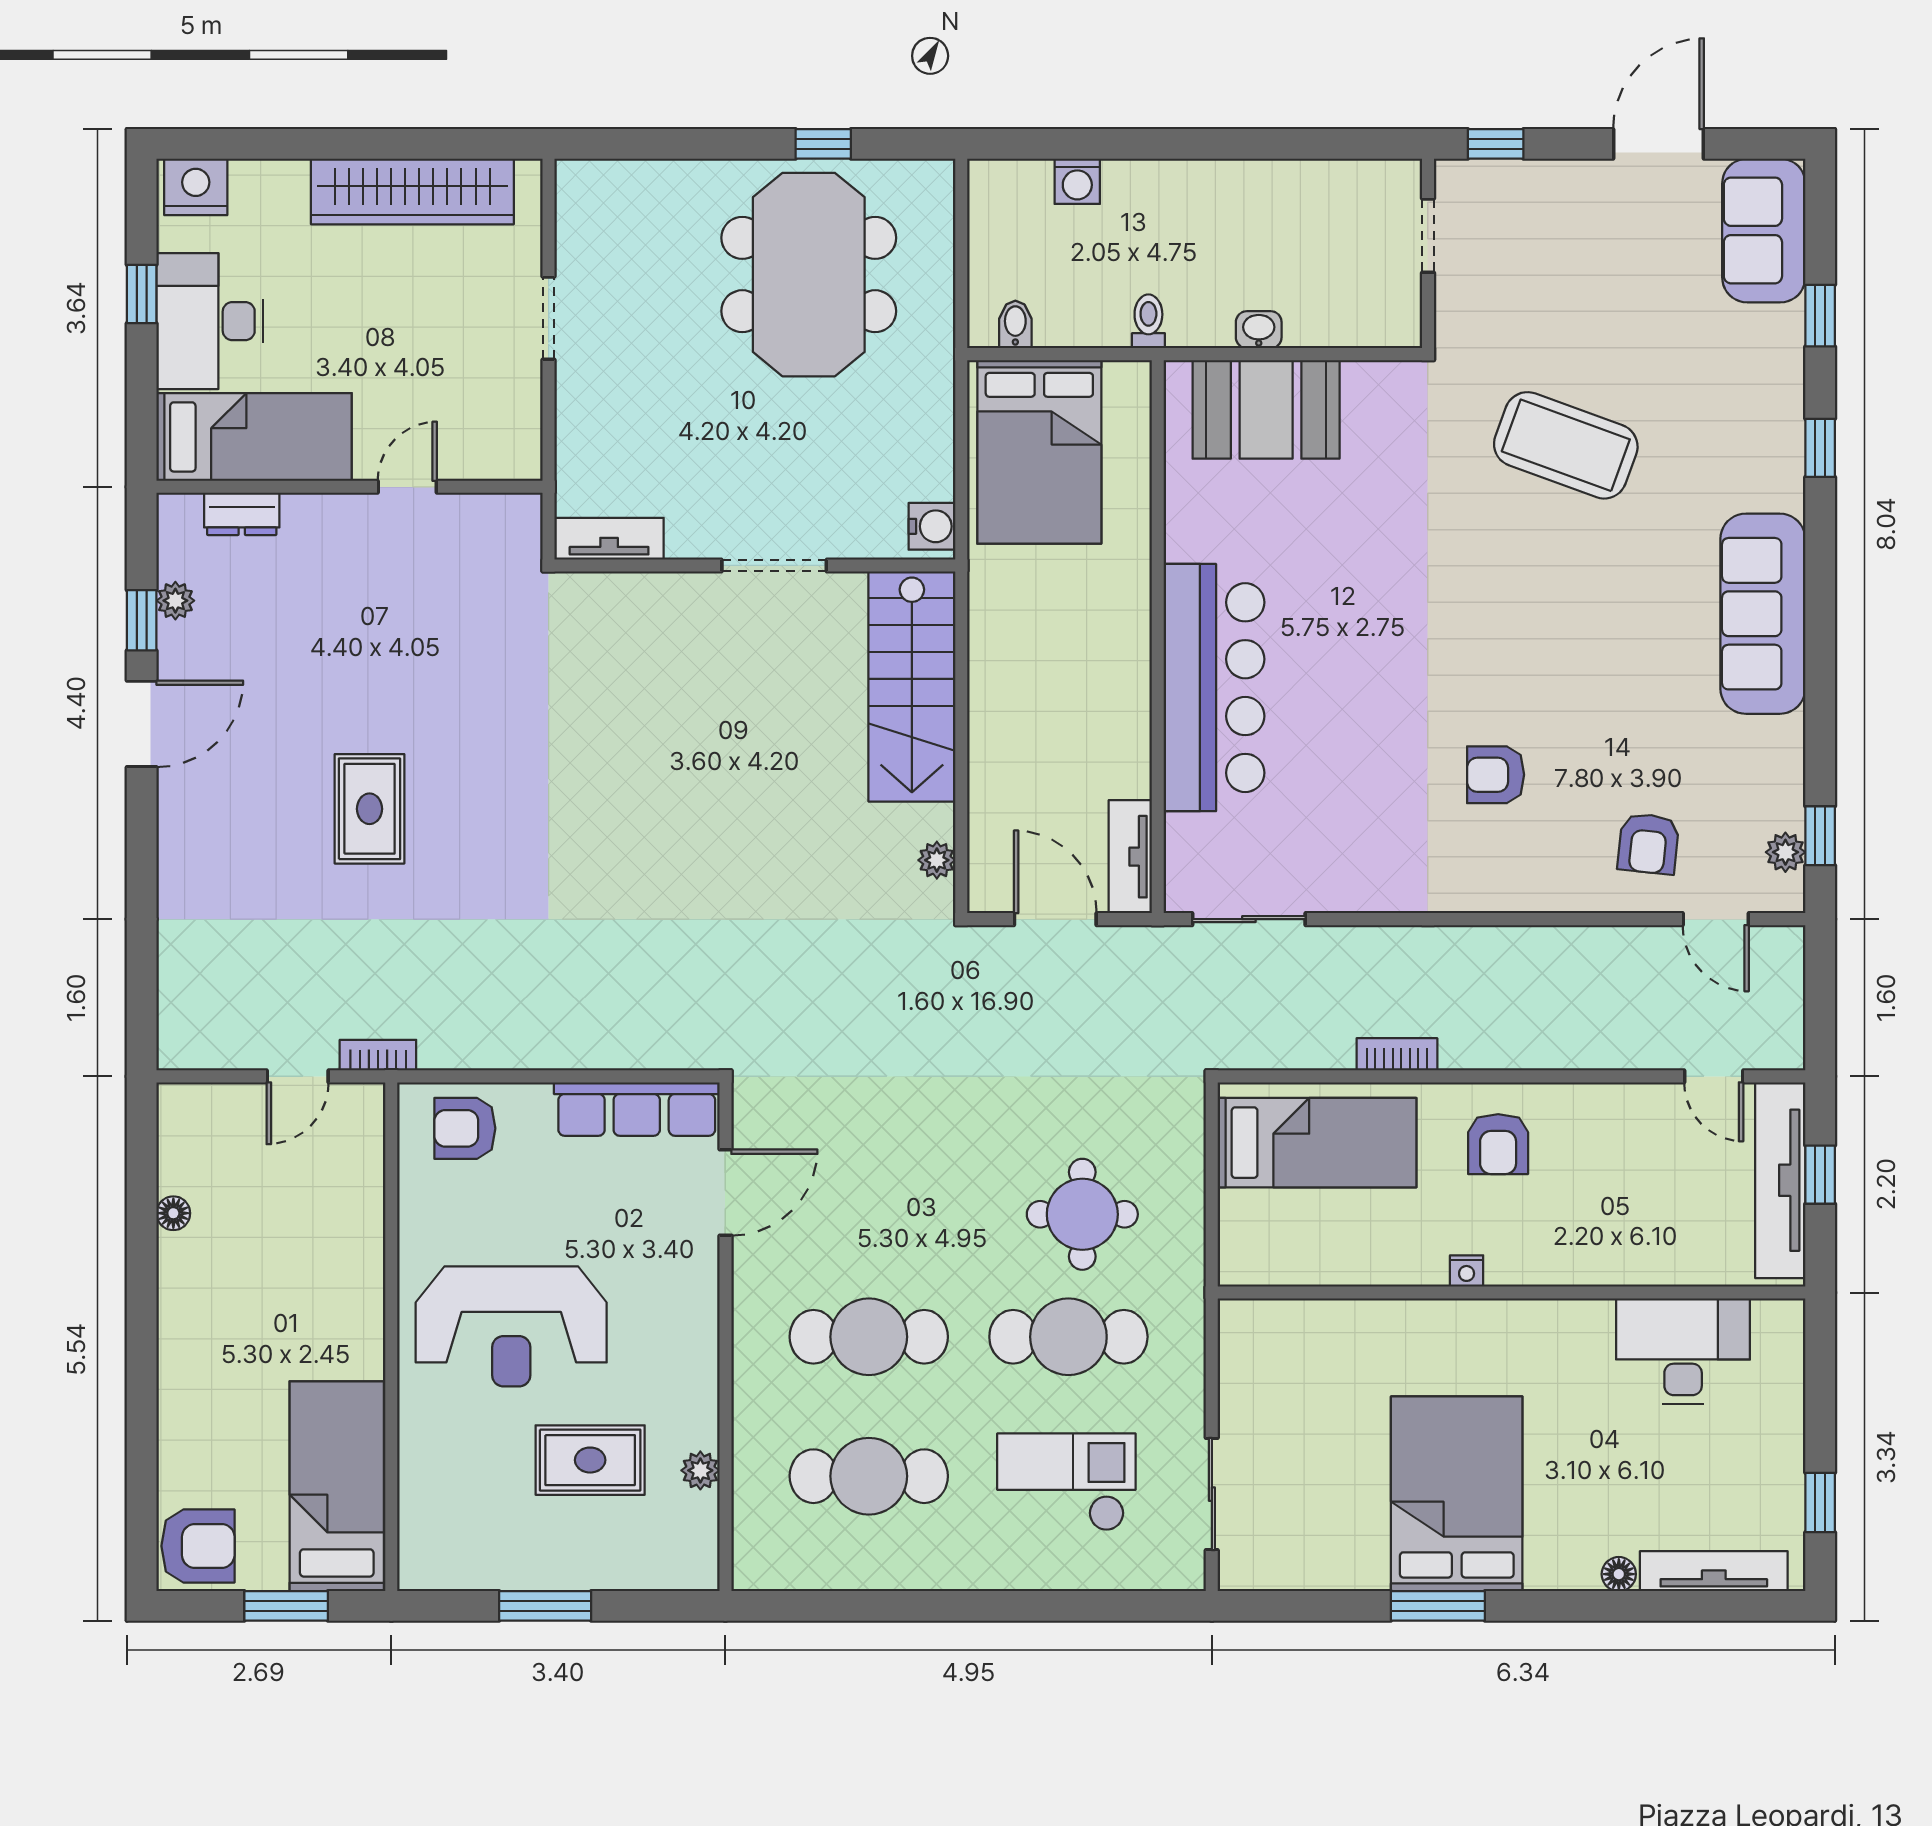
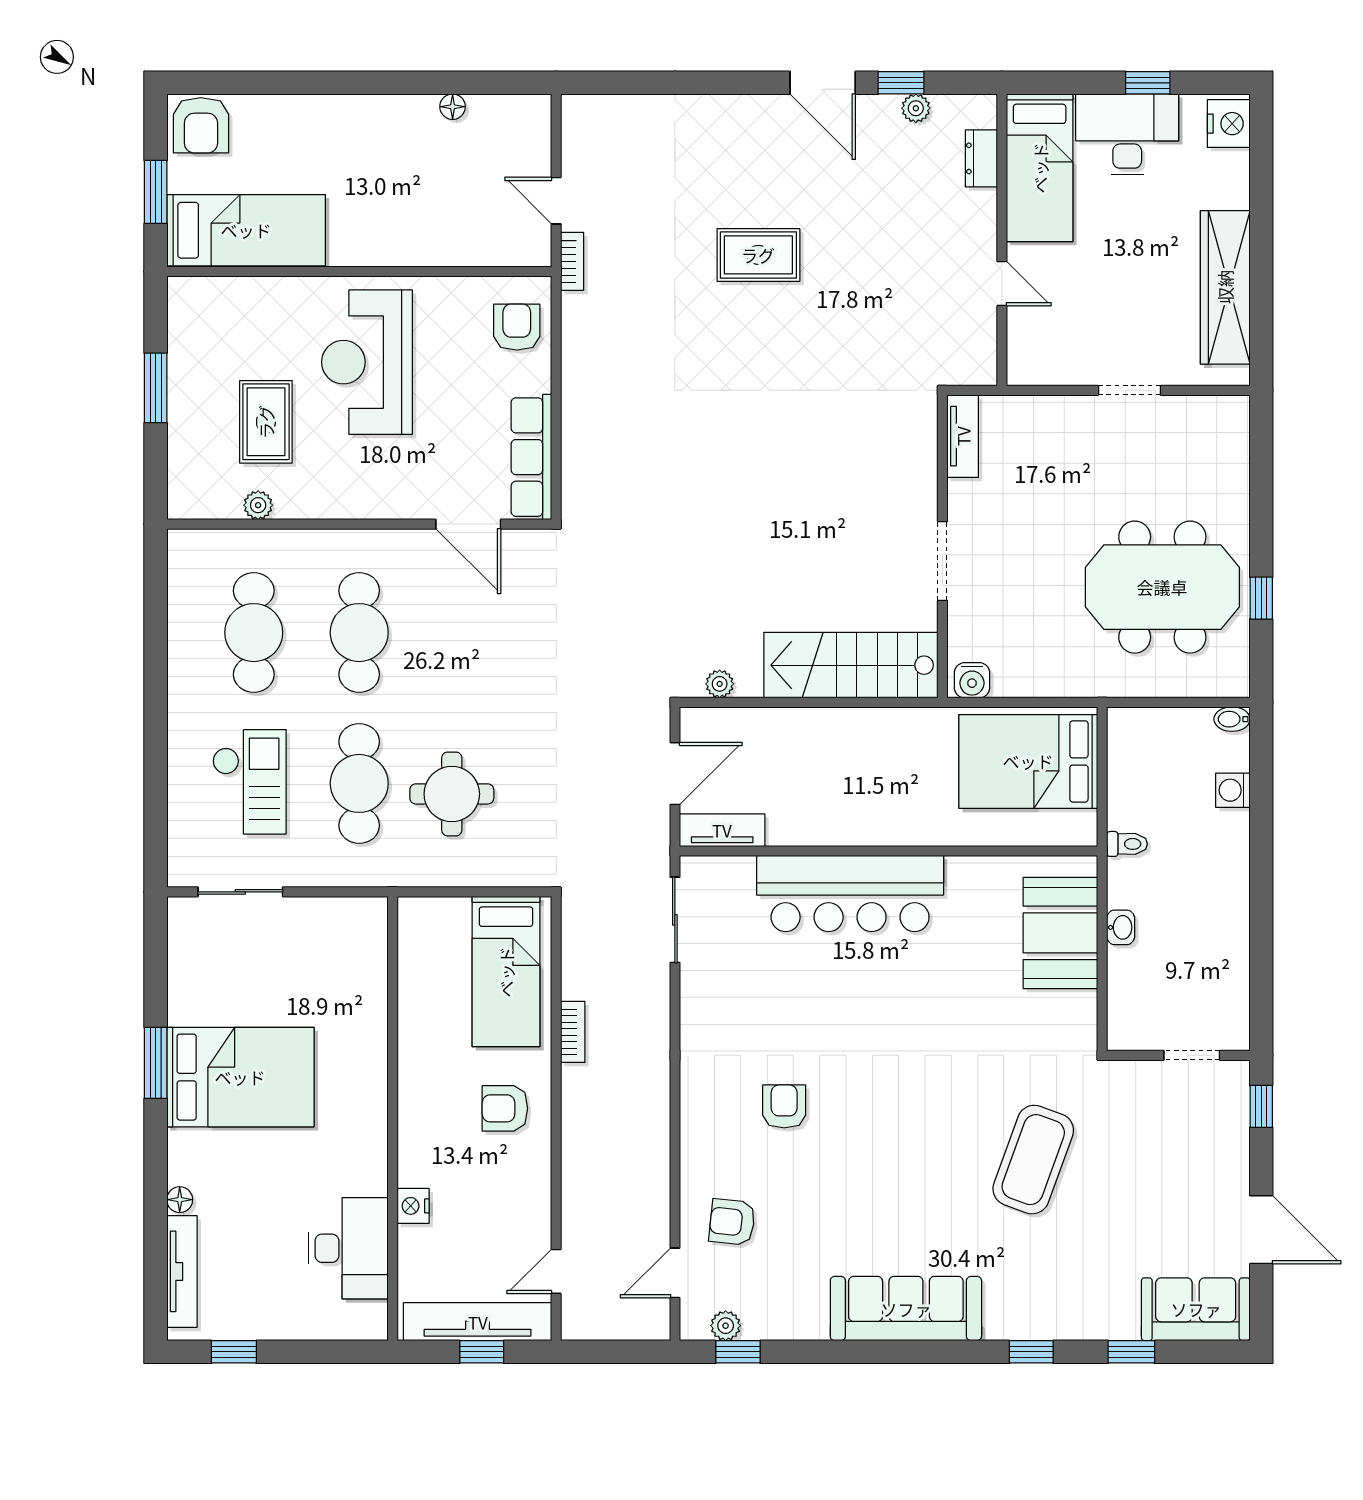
bidet: (1015, 324) -> (1232, 719), moved, turned 180
nightstand: (1467, 1271) -> (413, 1206), moved, width x1.39, depth x1.35

